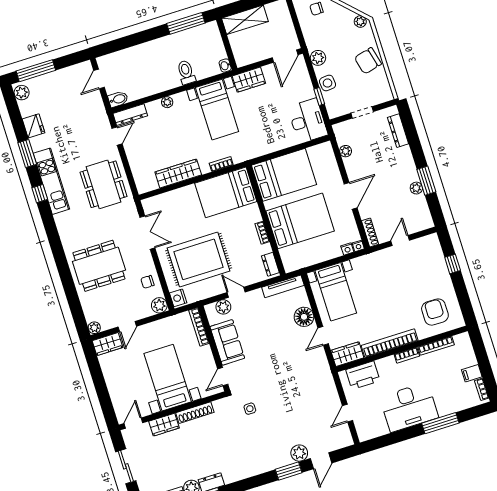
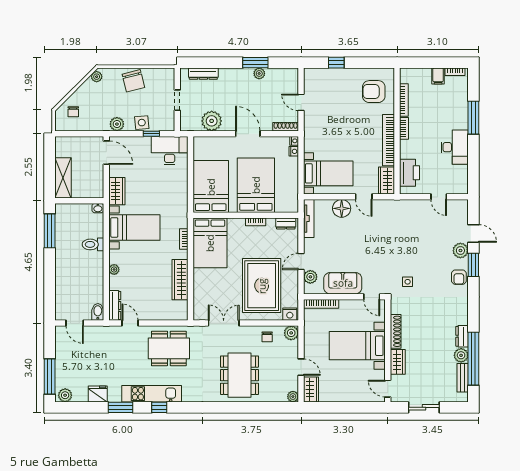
plant: (346, 151) -> (212, 121), width x1.87, depth x1.87
desk: (409, 407) -> (455, 147), width x0.73, depth x0.77
armchair: (271, 460) -> (459, 277), added

